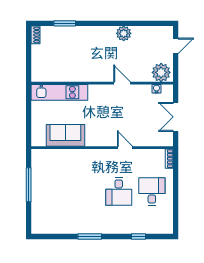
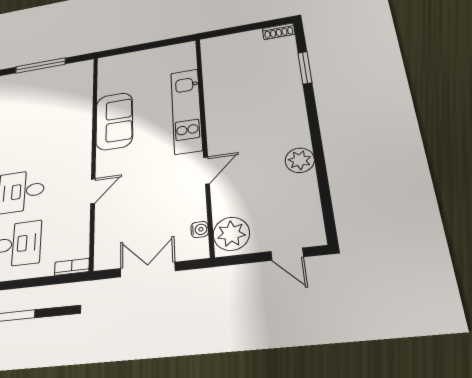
kitchen unit: (59, 92) -> (186, 111), moved
sofa: (65, 135) -> (114, 121), moved

